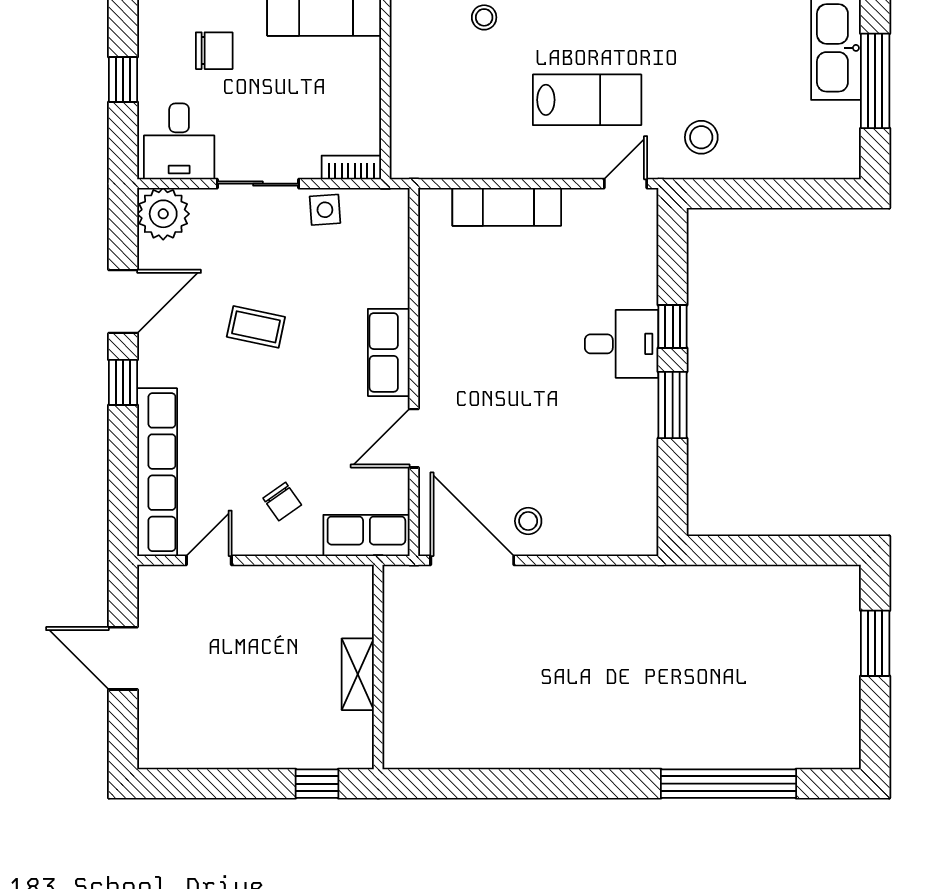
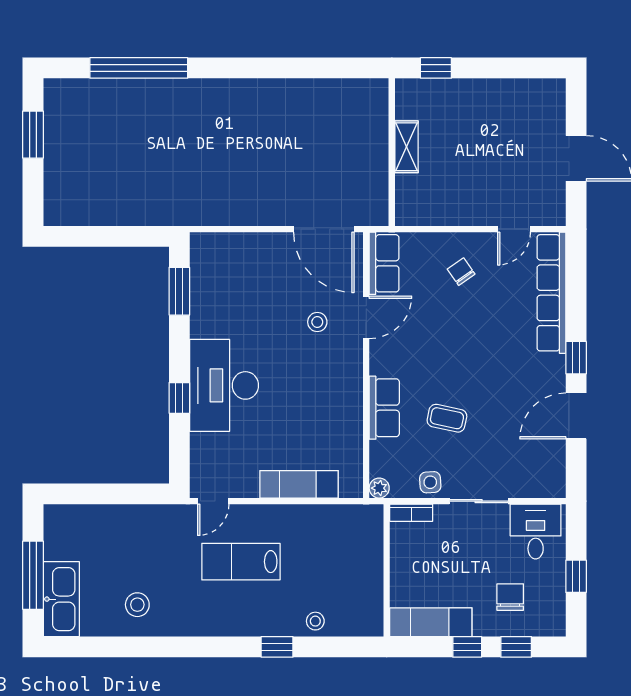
chair: (214, 51) -> (510, 597), turned 90
stool: (701, 137) -> (137, 605), moved
plant: (163, 214) -> (379, 488), moved, width x0.53, depth x0.53
coffee table: (256, 327) -> (447, 418), moved
desk: (622, 344) -> (224, 385), width x1.87, depth x1.30
row of seats: (389, 352) -> (384, 408), moved
window: (673, 405) -> (179, 291), moved
stool: (528, 521) -> (317, 322), moved
row of seats: (366, 535) -> (384, 263), moved, turned -90
window: (875, 643) -> (33, 135), moved

